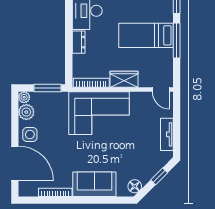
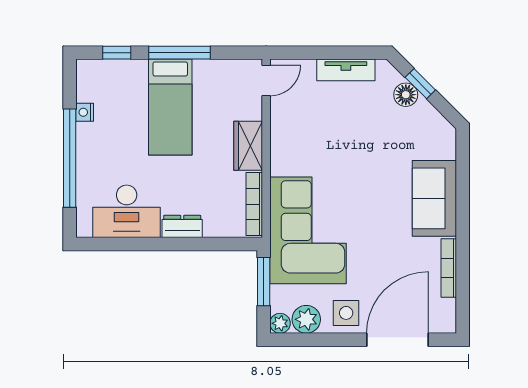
corner sofa: (99, 113) -> (308, 230), moved
floor lamp: (135, 186) -> (406, 95), moved

